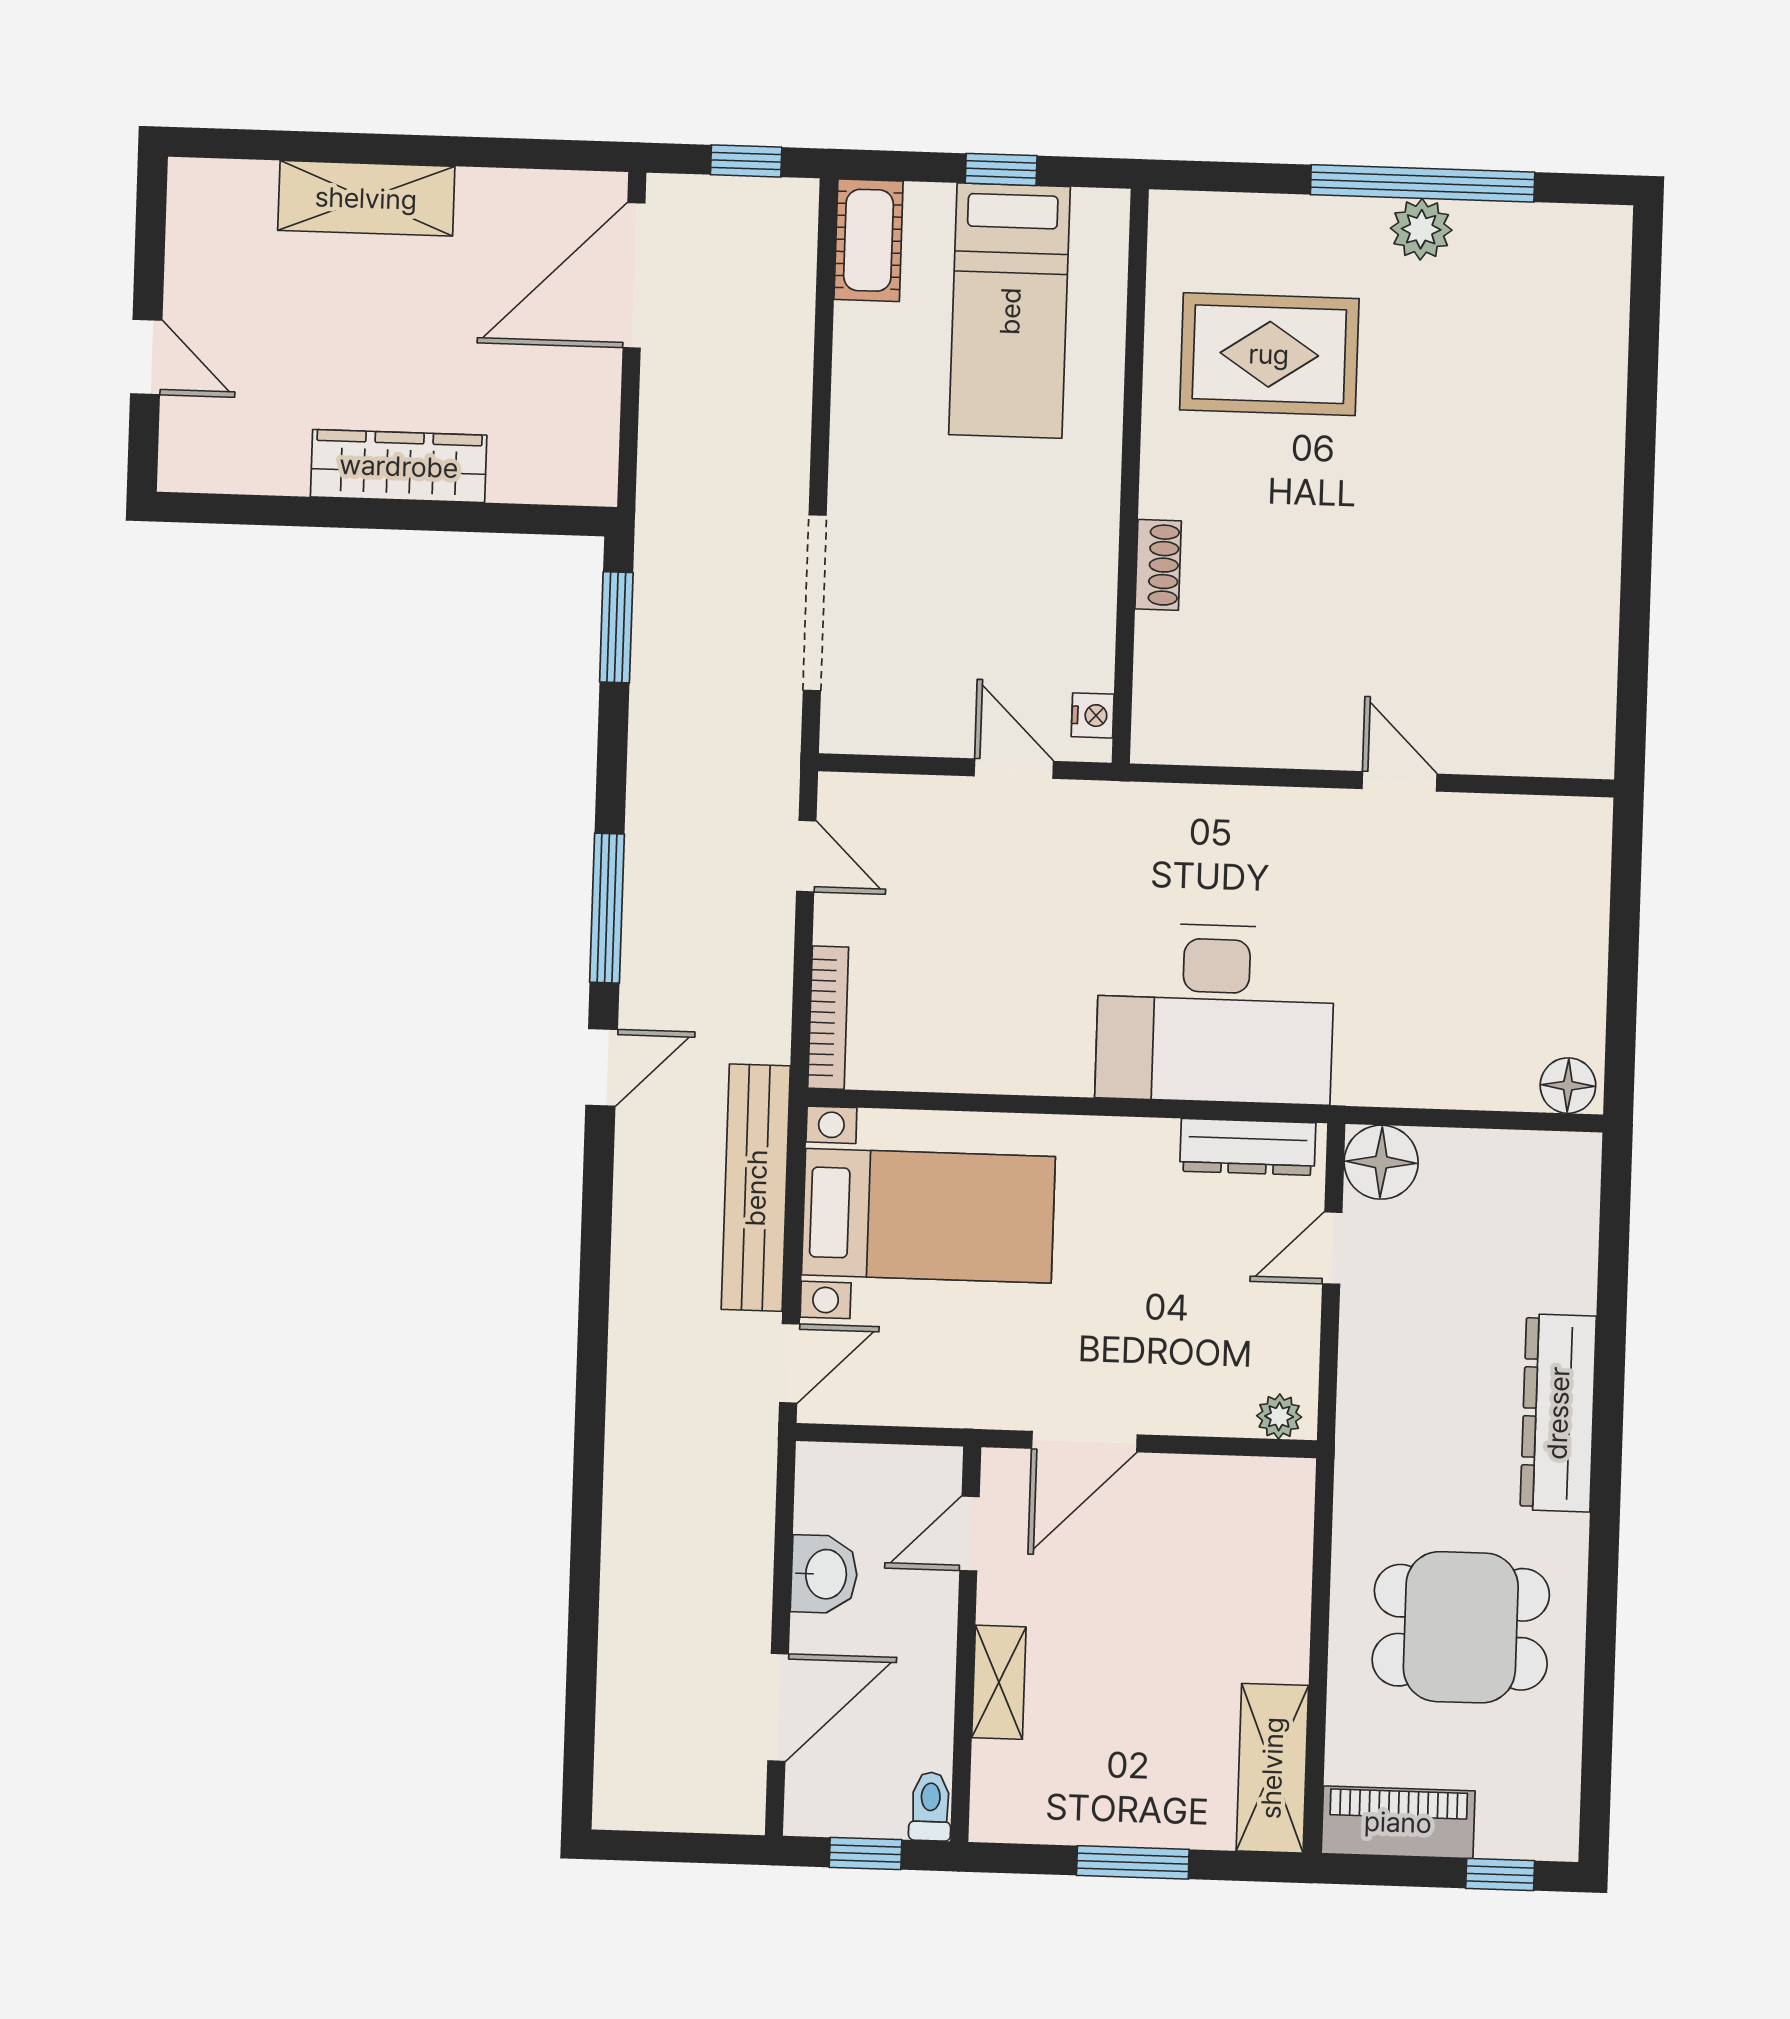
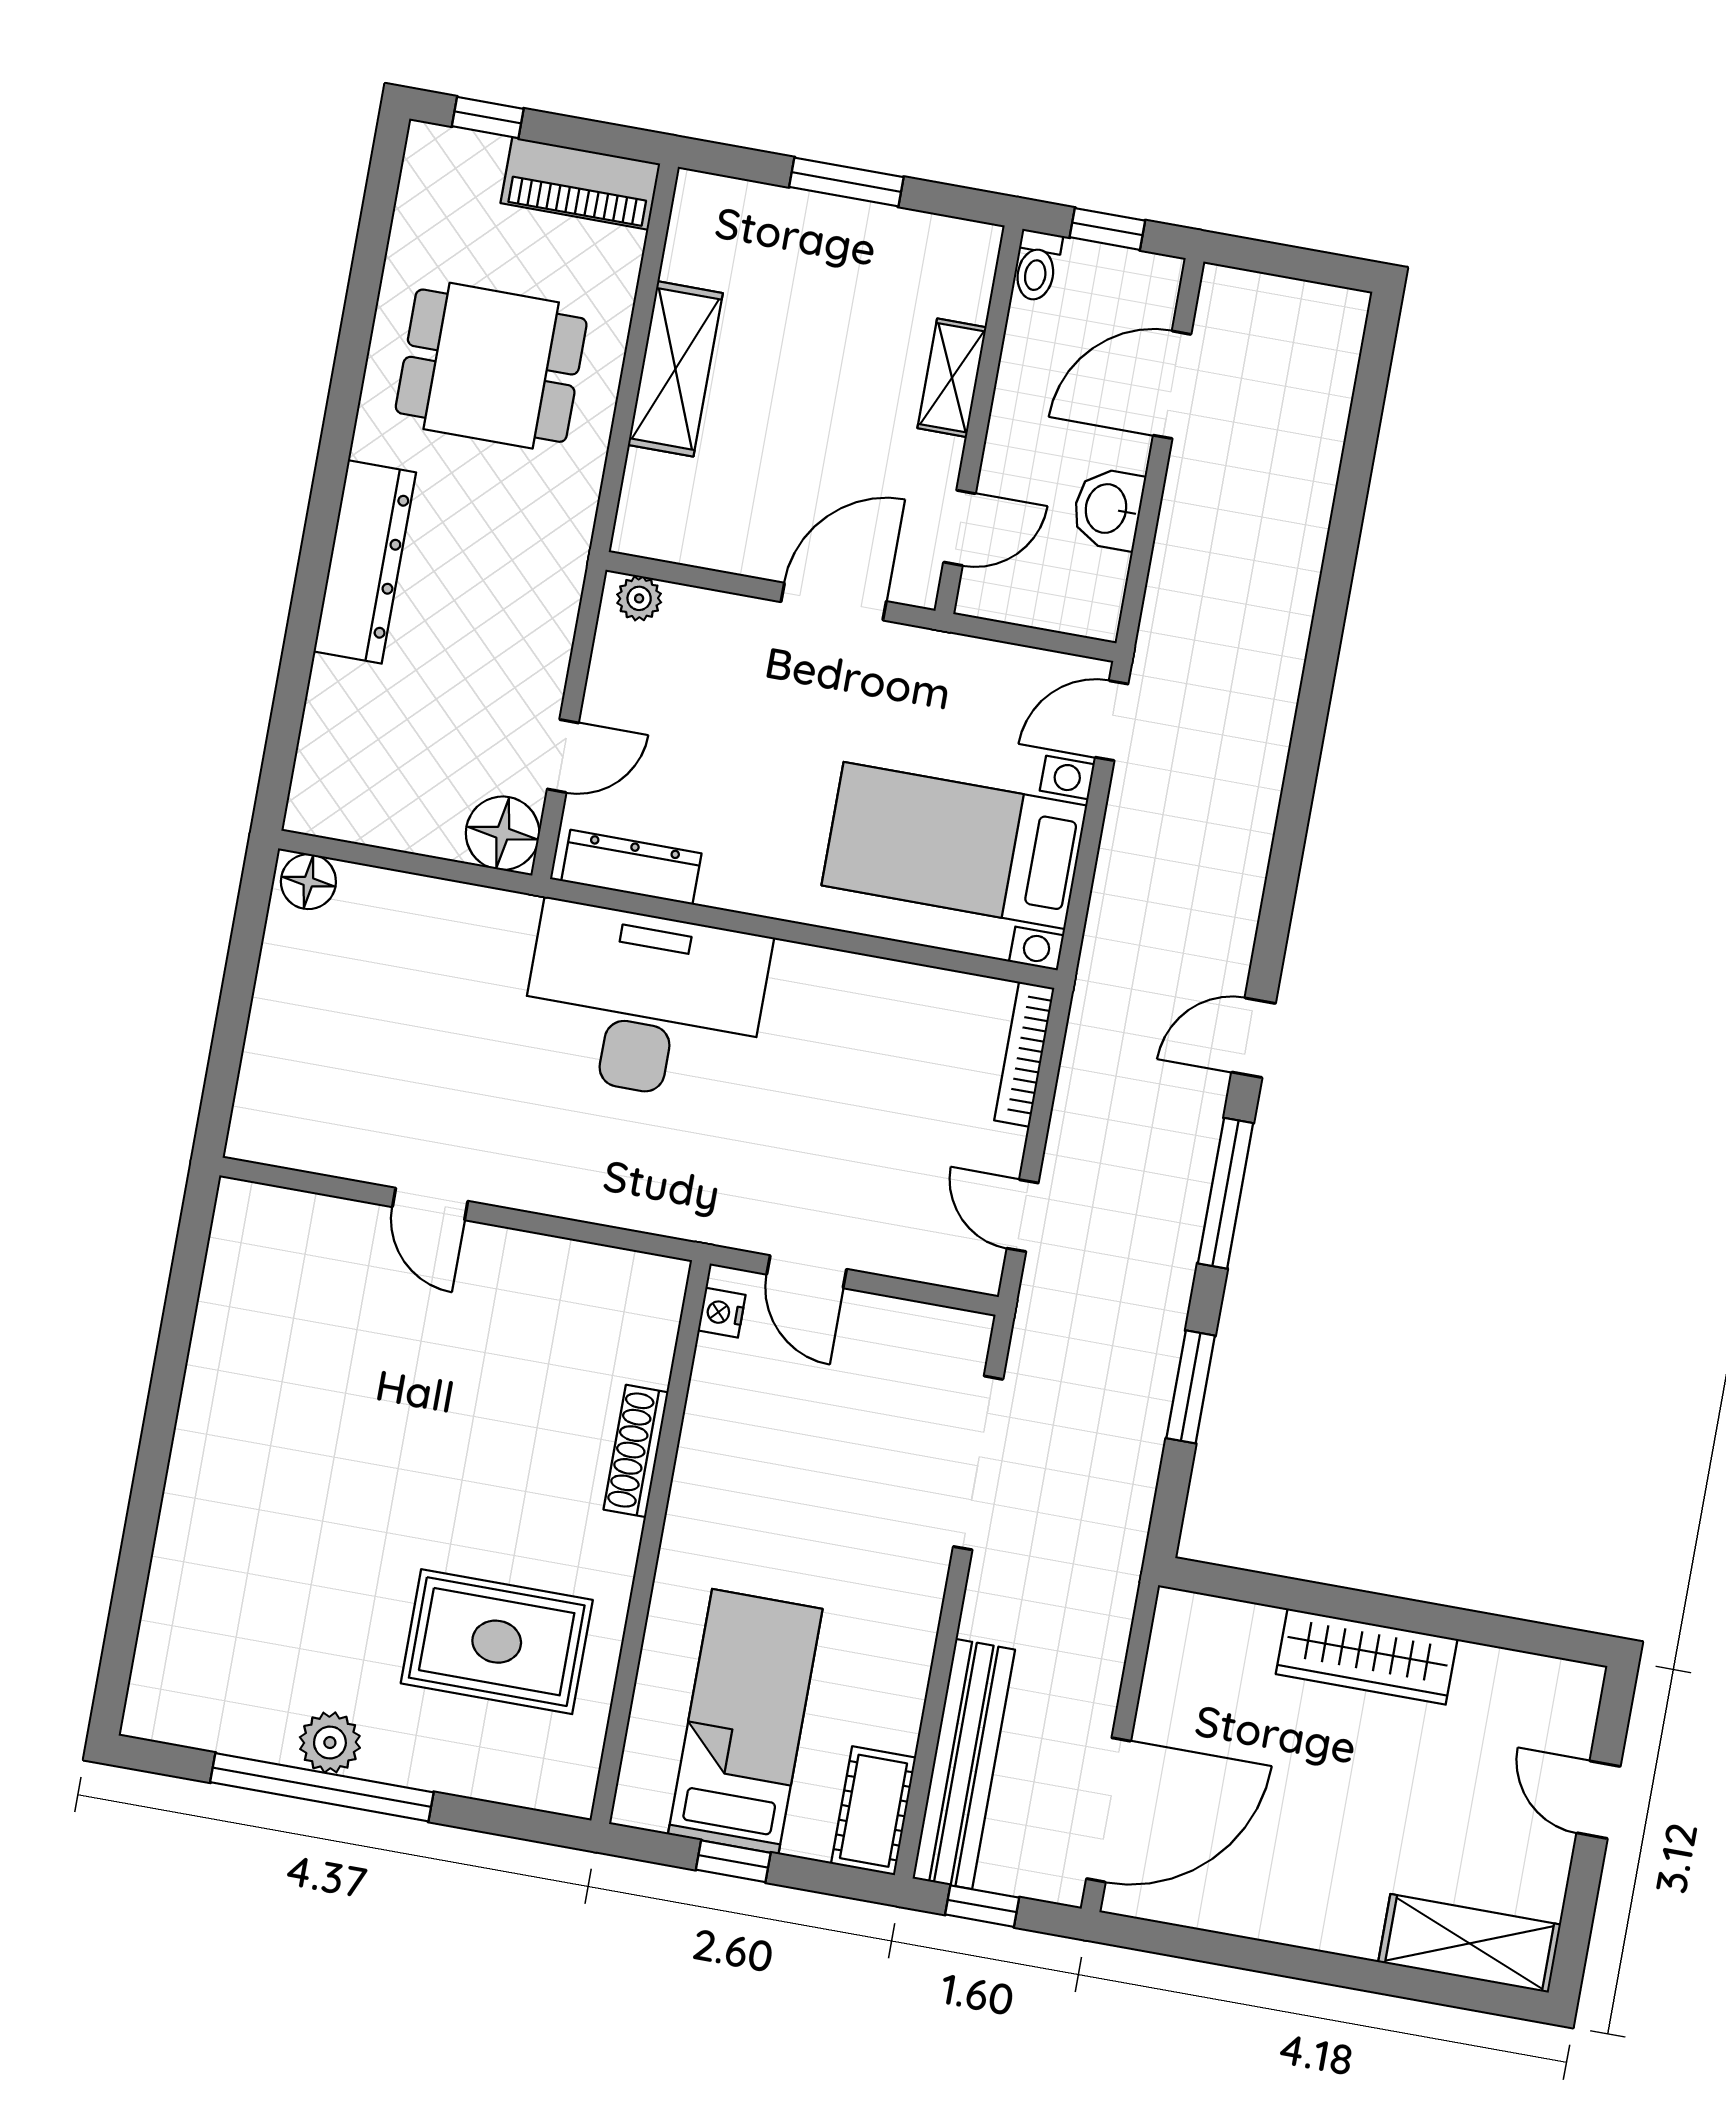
shelving: (366, 198) -> (1470, 1943), moved
shoe rack: (1158, 565) -> (636, 1451), width x1.43
window: (616, 627) -> (1191, 1387), moved
bench: (756, 1188) -> (964, 1764), moved
shelving: (1272, 1768) -> (675, 369), moved

